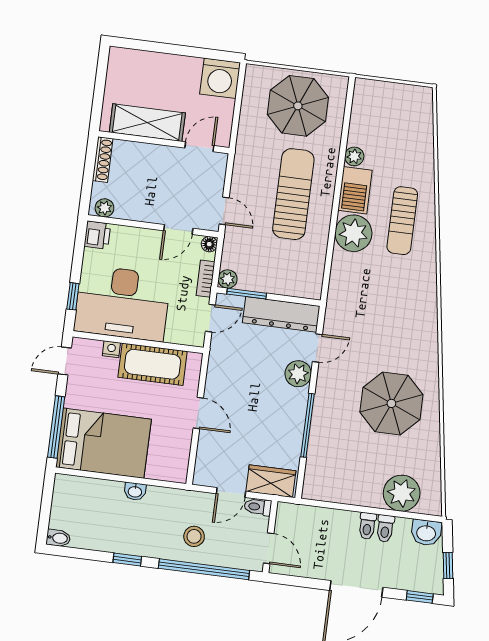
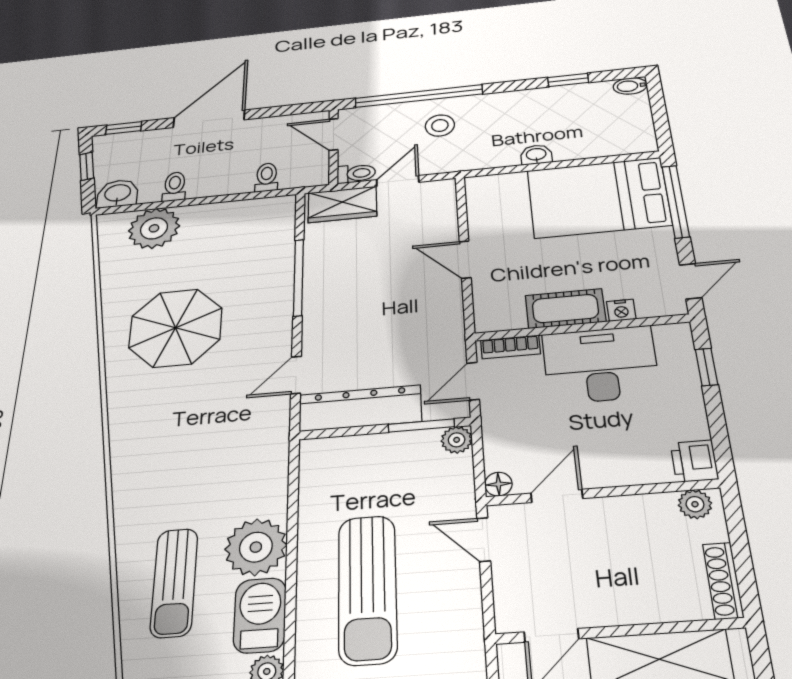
sun lounger: (402, 221) -> (174, 582), turned 180
bookcase: (205, 279) -> (510, 347), moved, turned 90
desk: (122, 303) -> (600, 365), width x0.73, depth x0.77
cot: (153, 364) -> (565, 309), width x0.73, depth x0.75
plant: (298, 374) -> (322, 337), removed
toilet: (367, 526) -> (267, 177), moved
window: (127, 560) -> (568, 80), moved

